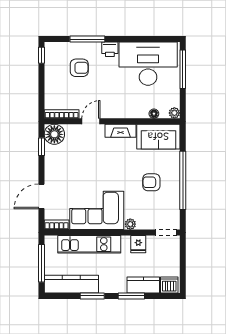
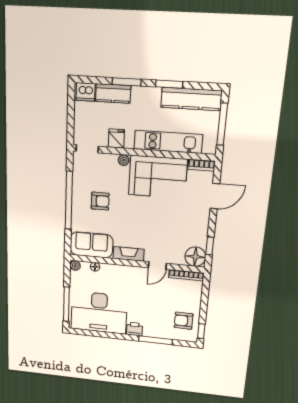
armchair: (79, 68) -> (184, 321), moved

